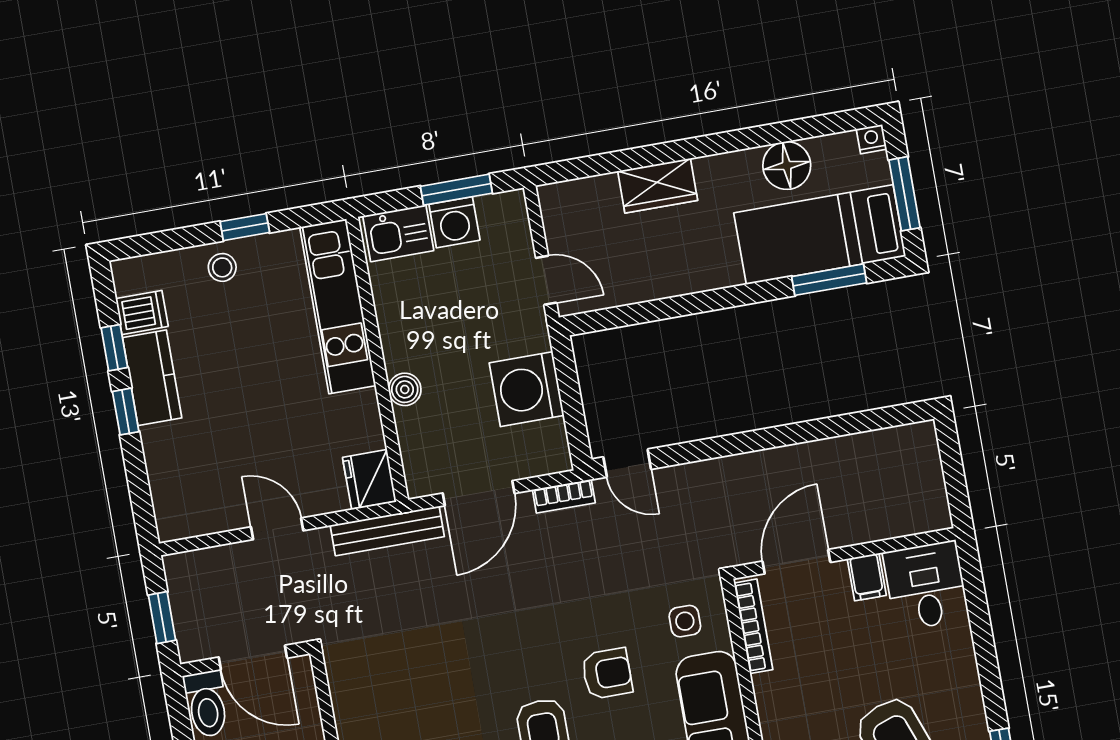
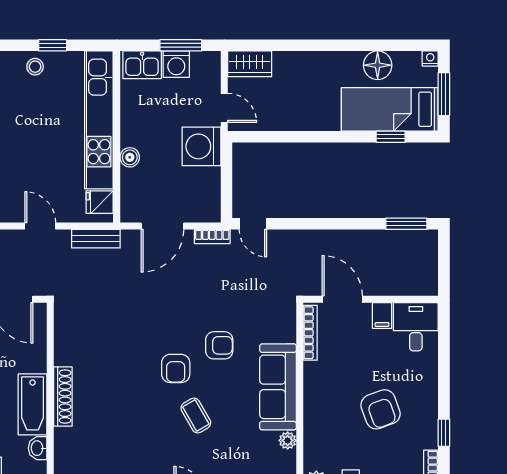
wardrobe: (658, 186) -> (250, 64), moved
window: (829, 280) -> (391, 137), width x0.67
kitchen unit: (338, 306) -> (99, 120), width x1.36
washing machine: (527, 389) -> (201, 146), moved
window: (880, 419) -> (406, 224), added
fridge: (369, 479) -> (100, 202), width x0.72
bench: (387, 531) -> (96, 239), width x0.73
door: (796, 562) -> (342, 299), hinge flipped
side table: (685, 621) -> (270, 323), removed

